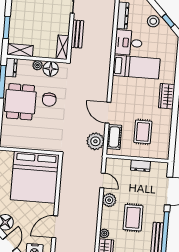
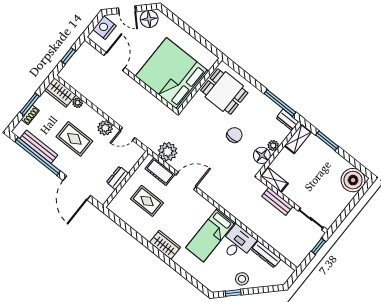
chair: (49, 100) -> (234, 135), turned 90
dining table: (20, 102) -> (224, 92), moved

